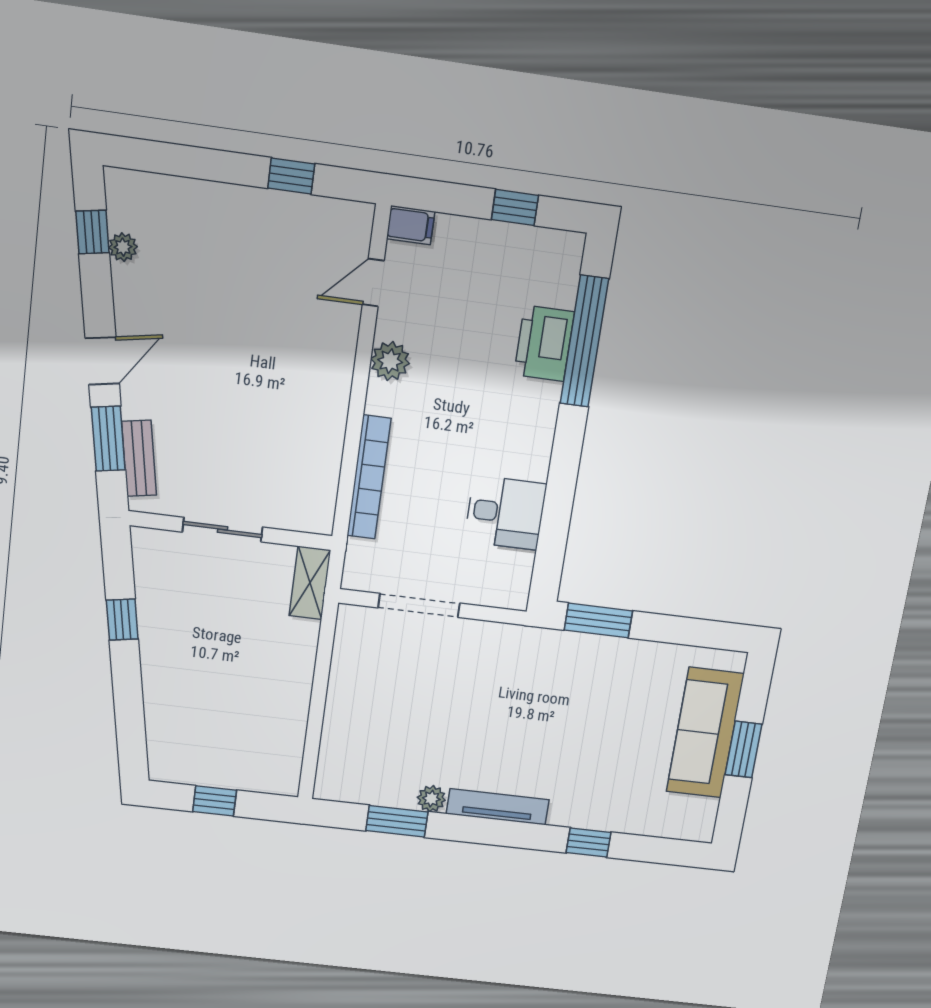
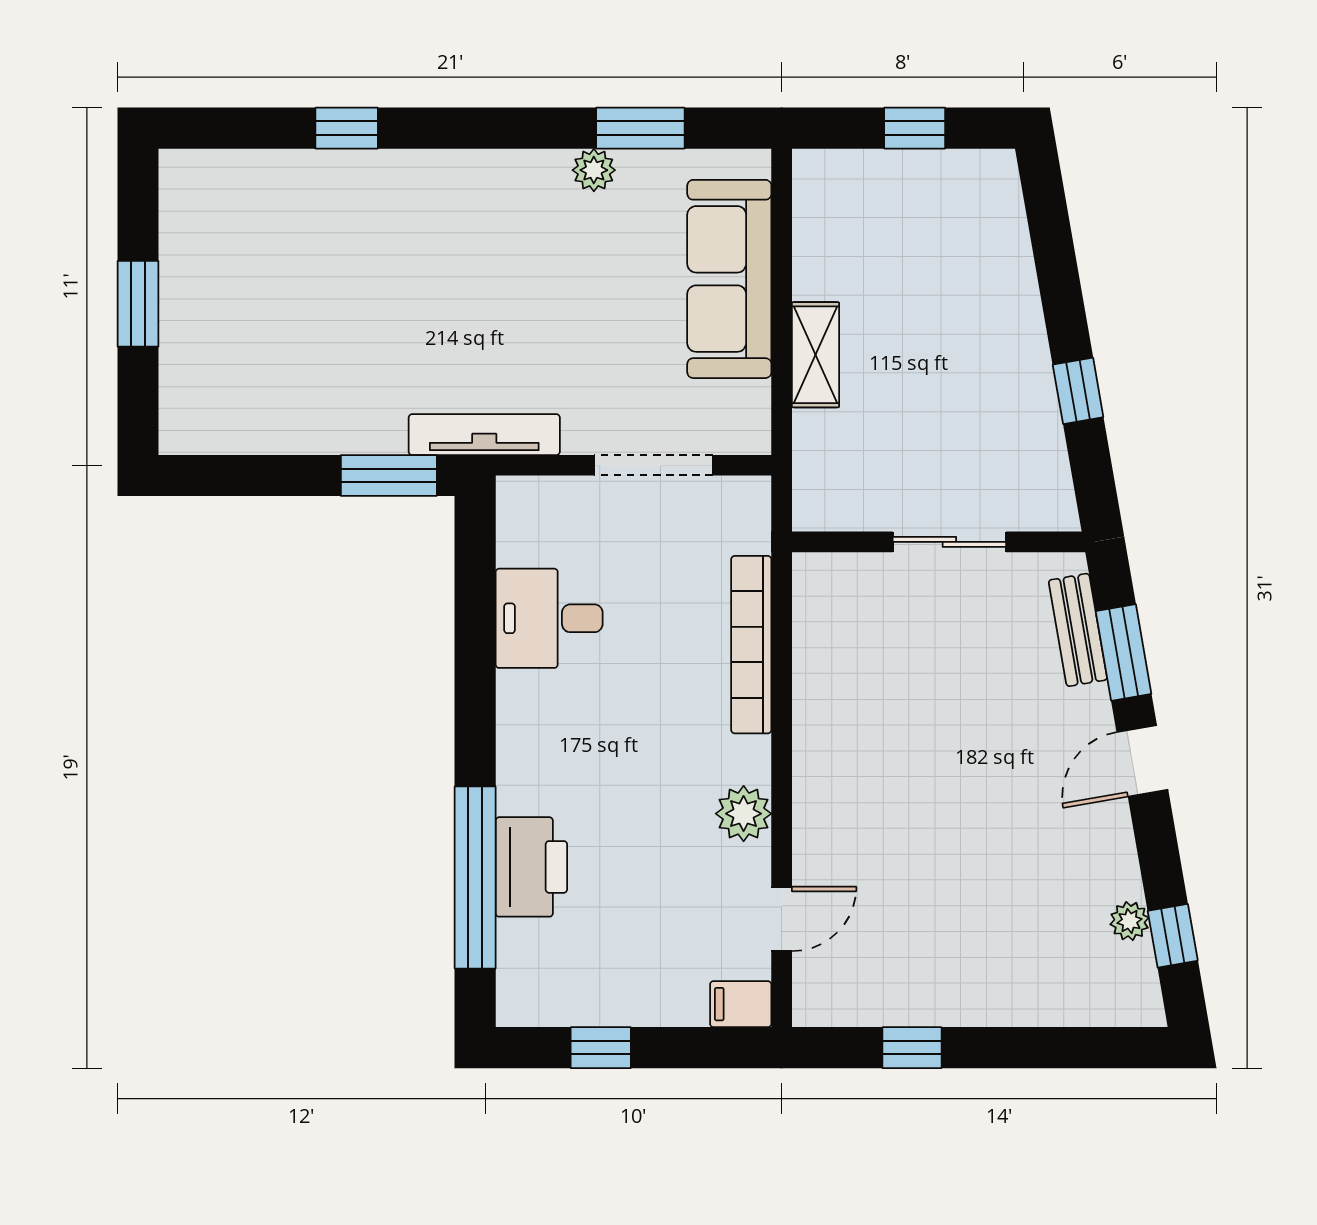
shelving: (310, 583) -> (816, 355), moved
sofa: (705, 733) -> (729, 279), moved, turned 180
tv unit: (498, 807) -> (484, 435), moved, turned 180

